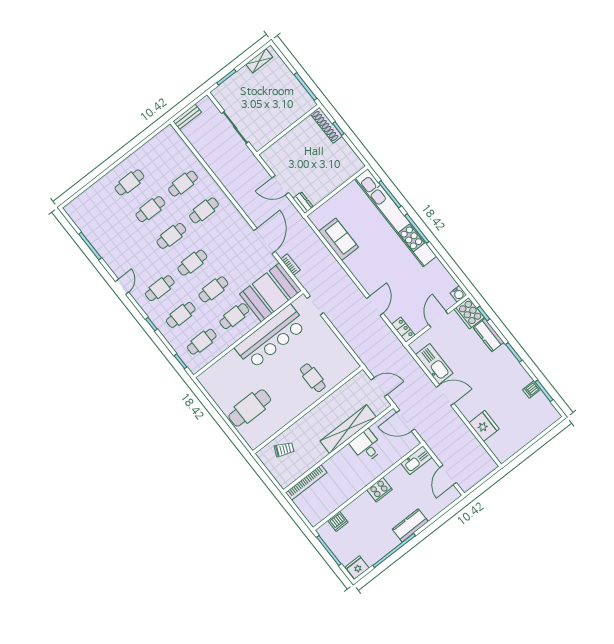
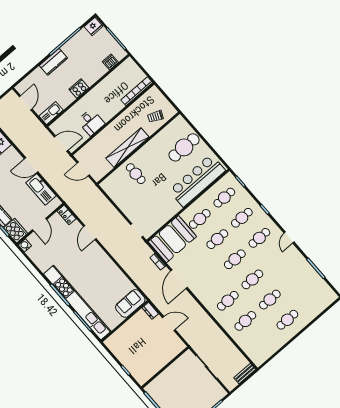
shoe rack: (326, 125) -> (135, 372), removed
sofa: (339, 239) -> (130, 303), moved, turned 90
bar counter: (271, 337) -> (197, 181), moved
shelving: (348, 429) -> (127, 148), moved

